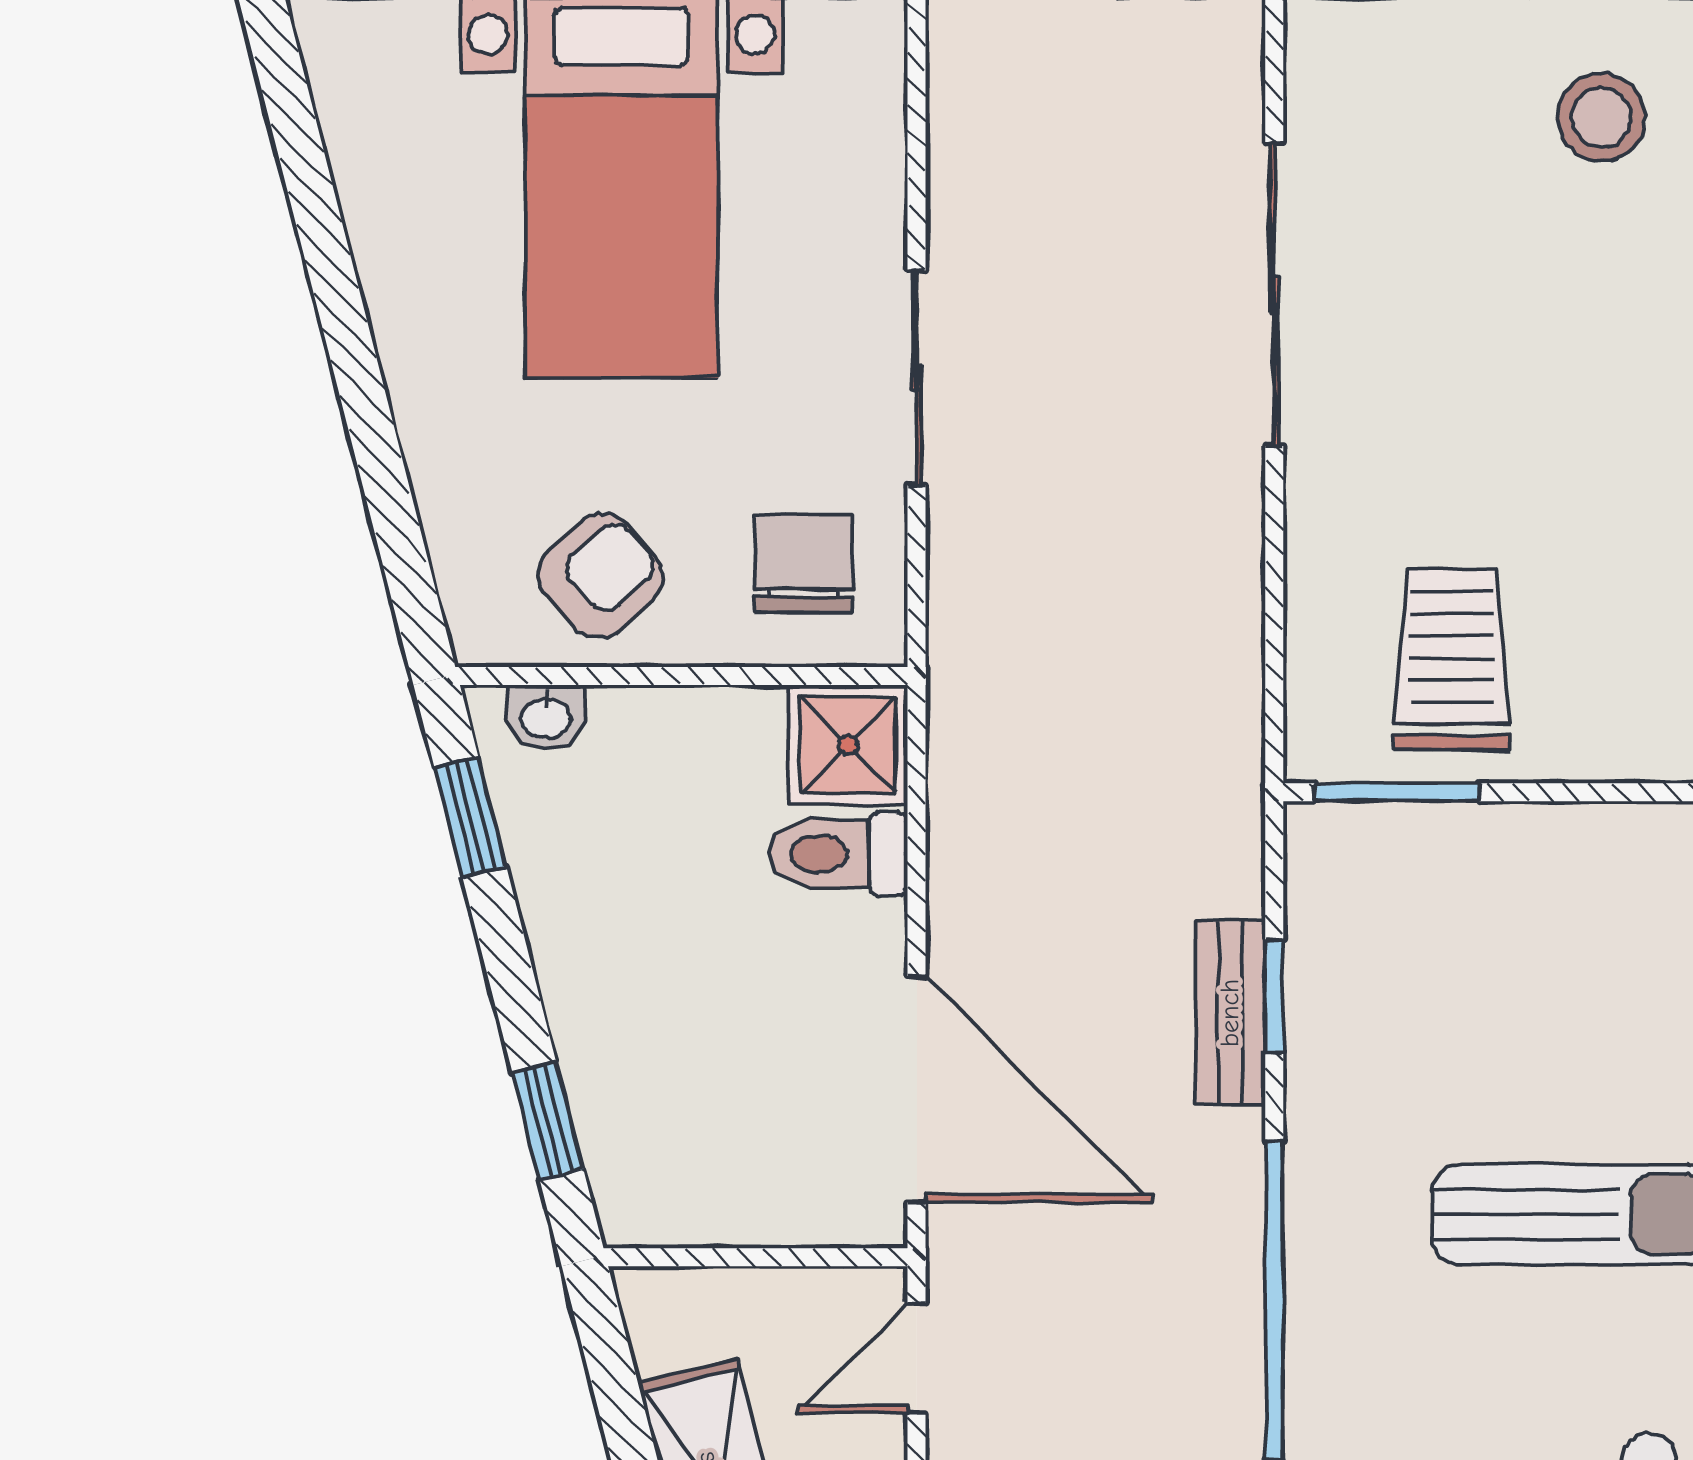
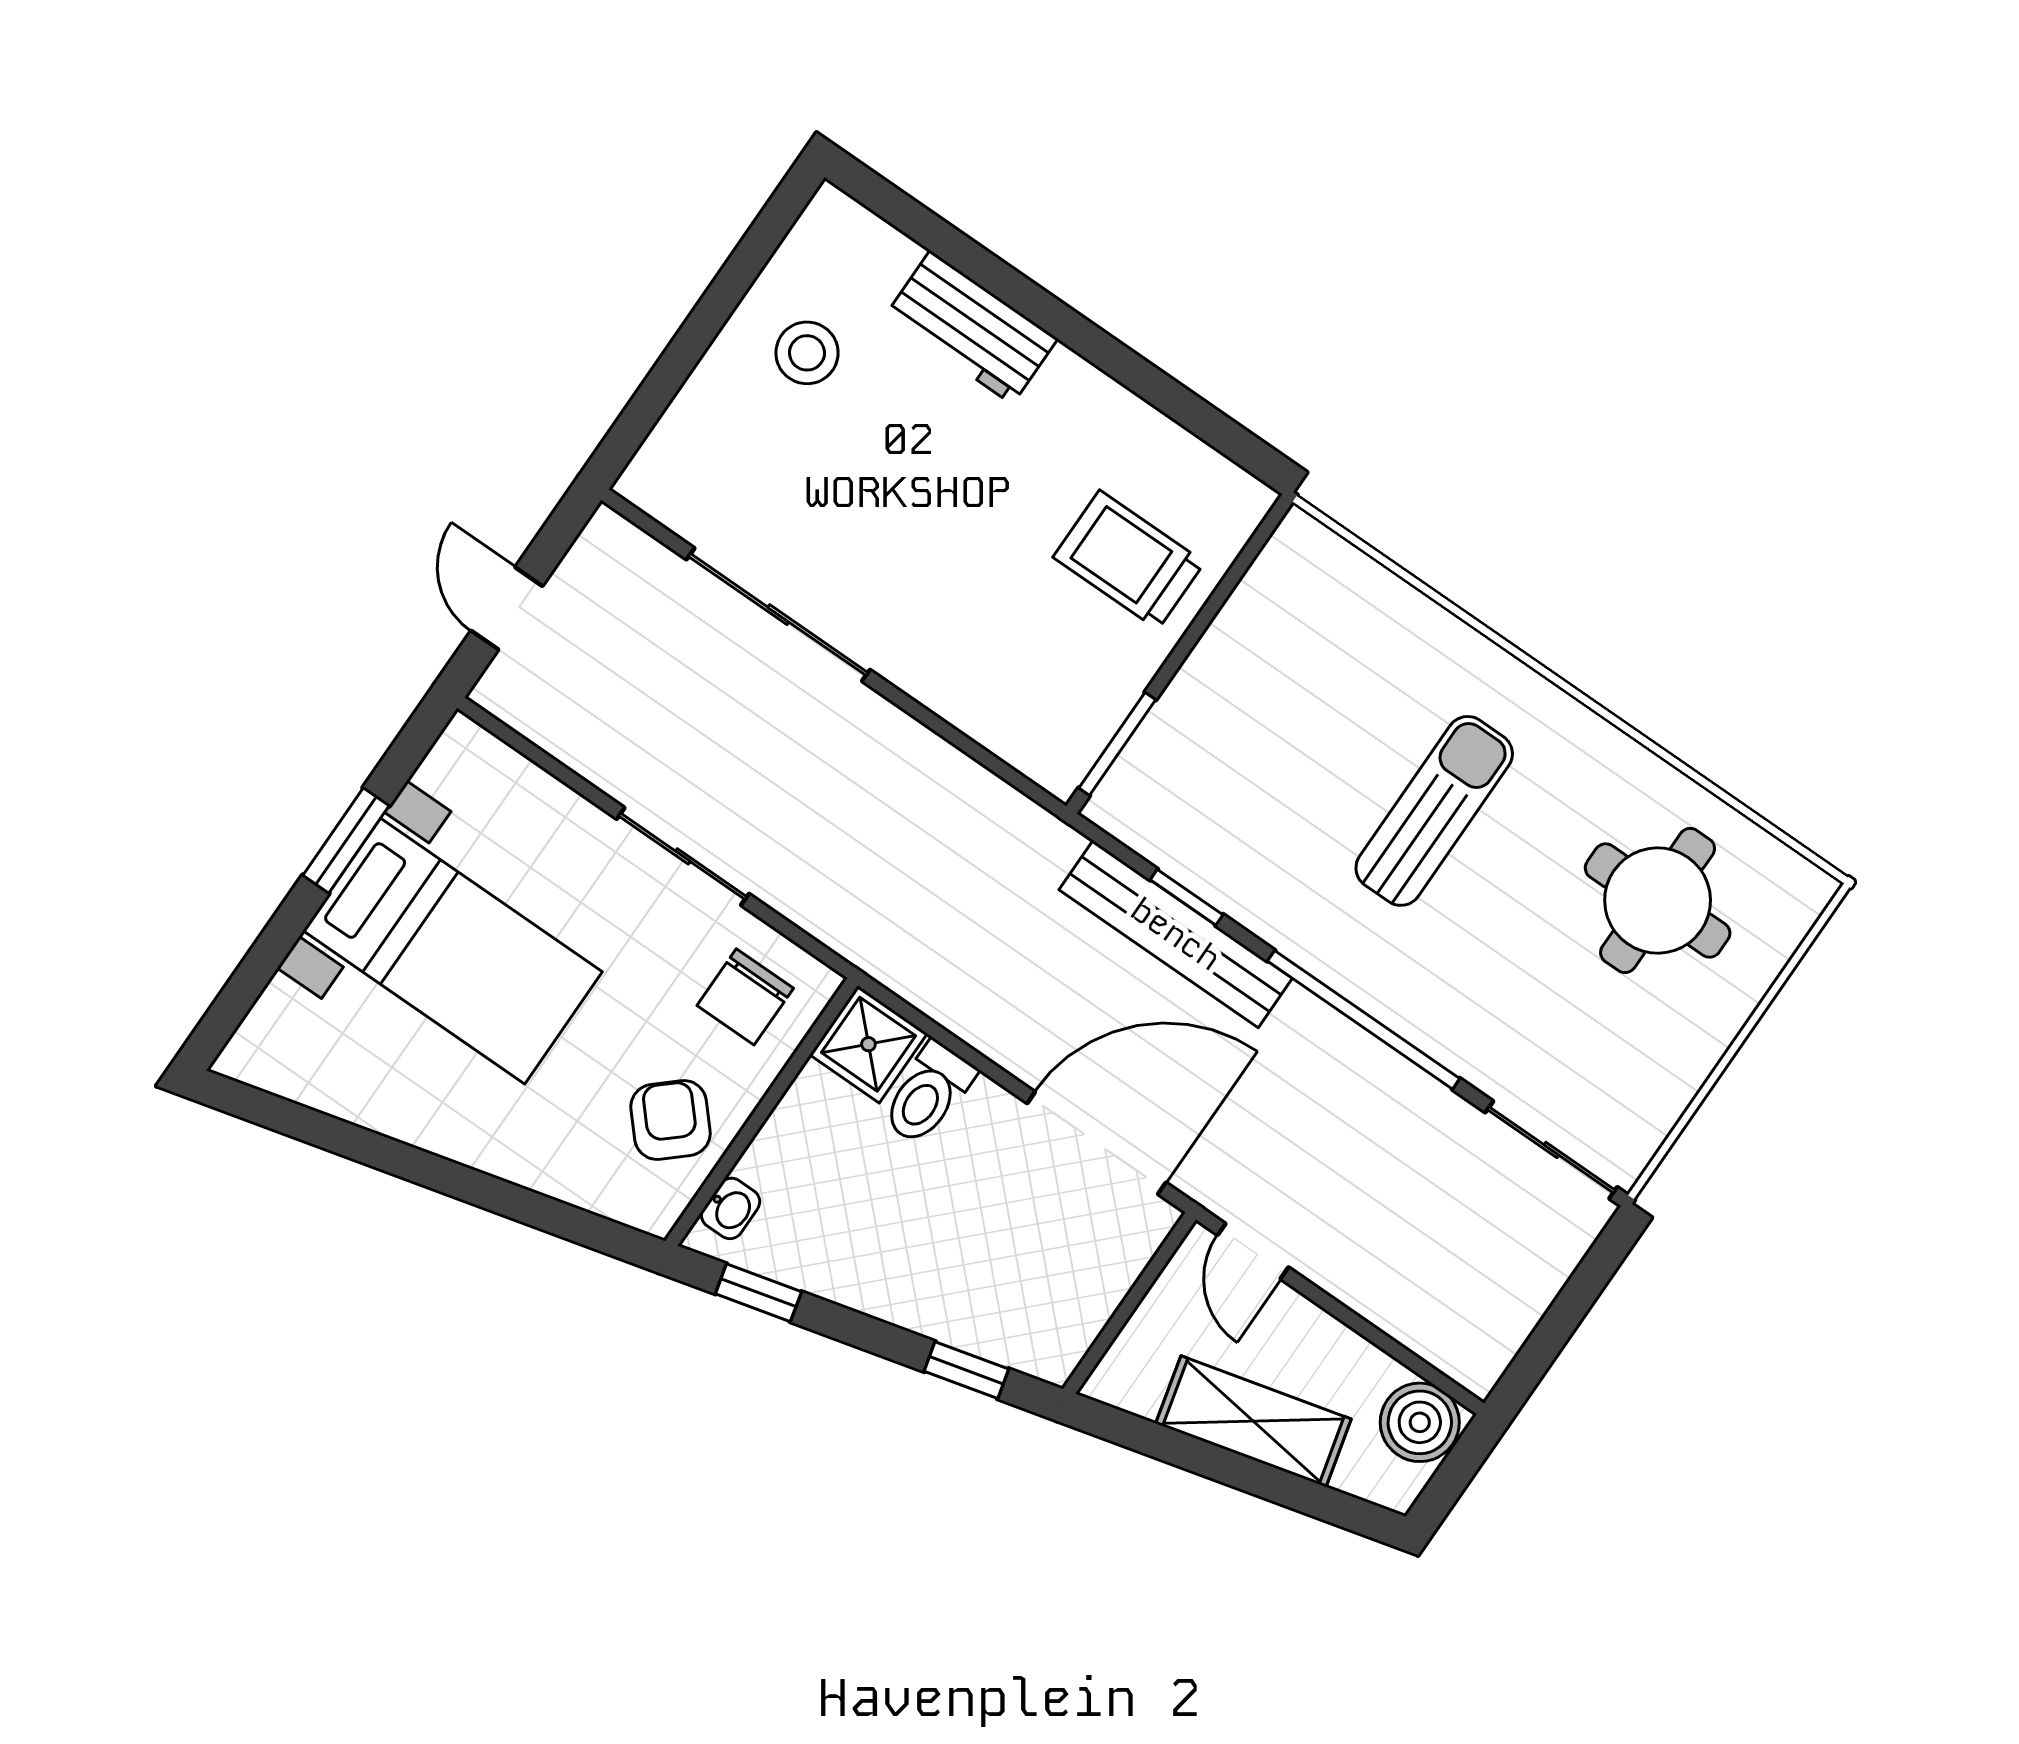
chair: (803, 564) -> (745, 997), turned -90
trolley: (1452, 659) -> (1129, 560), moved
bench: (1230, 1013) -> (1176, 934), width x1.86, depth x1.21

